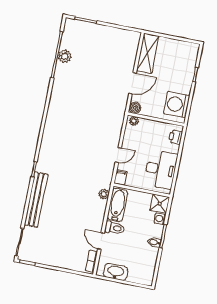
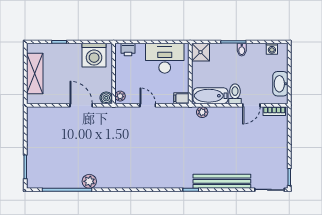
shelving: (148, 53) -> (35, 73), moved, turned 90
plant: (65, 56) -> (89, 181), moved
door: (118, 155) -> (148, 105), moved
washing machine: (160, 219) -> (272, 49), moved

